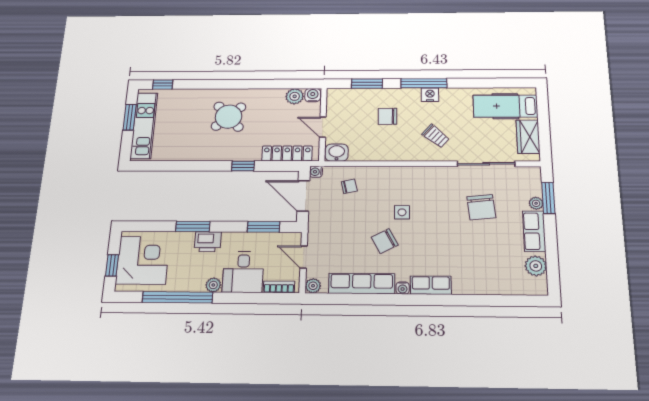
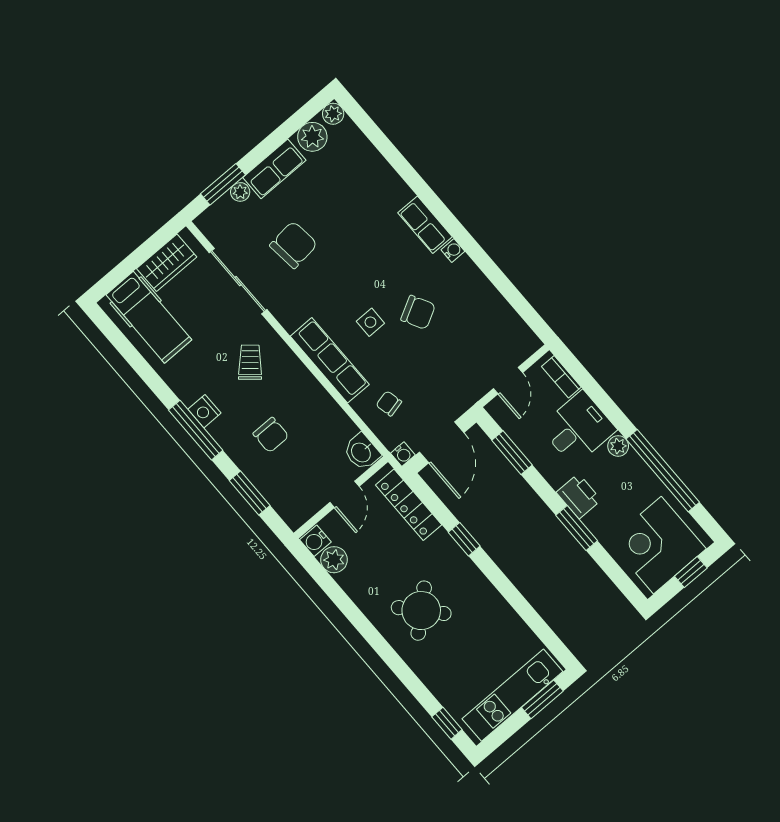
window: (130, 117) -> (542, 699), moved
row of seats: (362, 284) -> (330, 360), moved, turned 180
plant: (313, 286) -> (333, 114), moved

